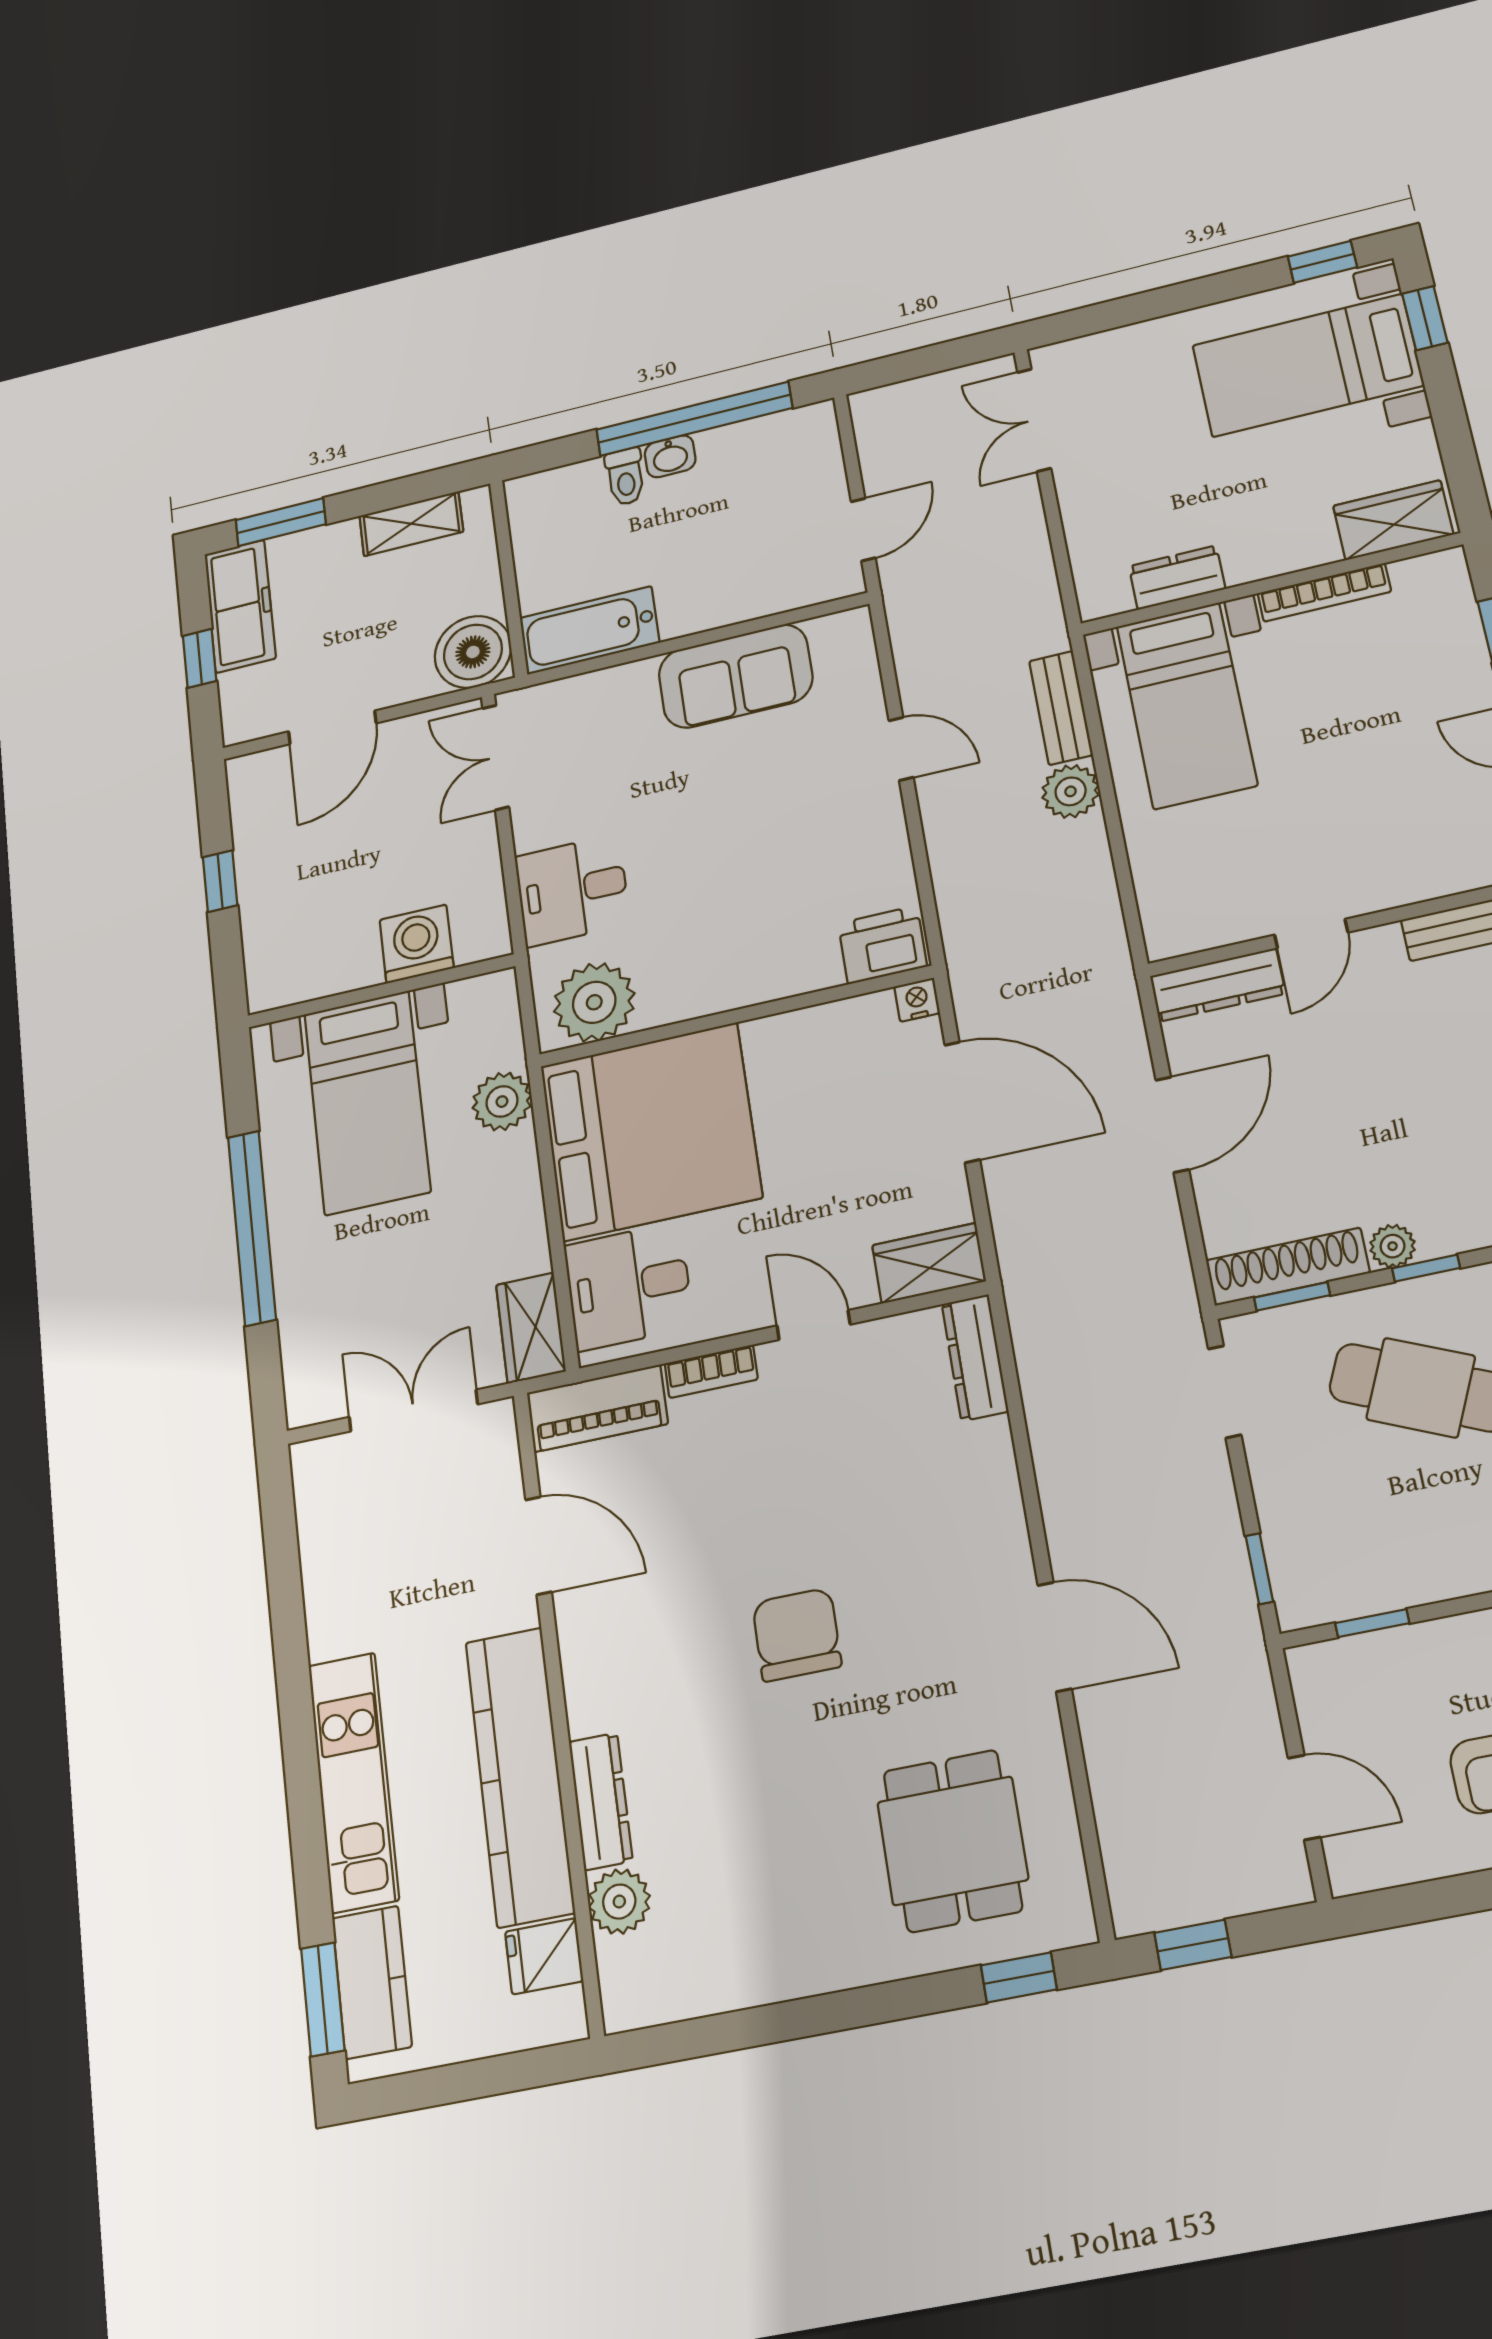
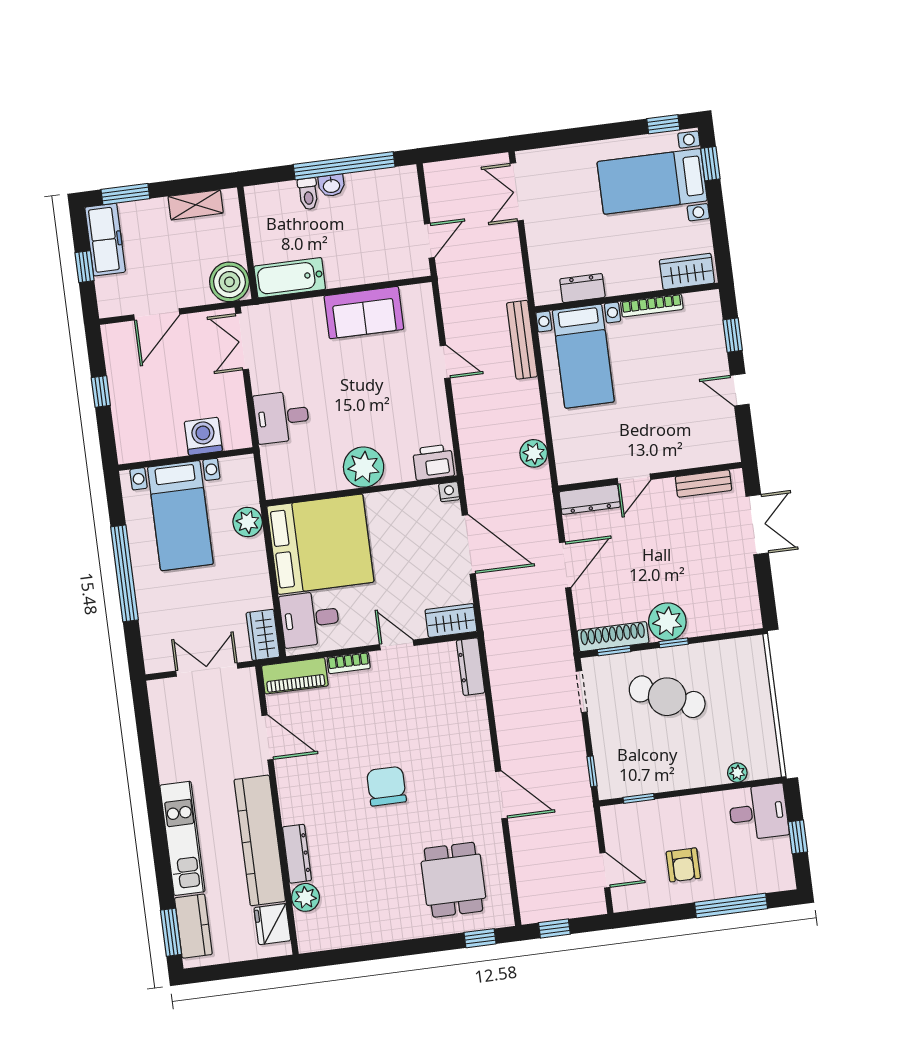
bench: (1061, 708) -> (522, 340), width x1.36
plant: (1071, 791) -> (534, 453), moved
plant: (594, 1002) -> (364, 467), moved
plant: (1393, 1246) -> (667, 622), width x1.88, depth x1.88
fridge: (544, 1956) -> (272, 924), width x1.38

